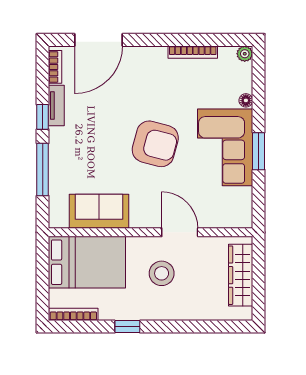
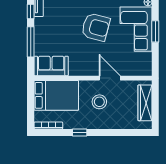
sofa: (99, 211) -> (51, 66), moved

